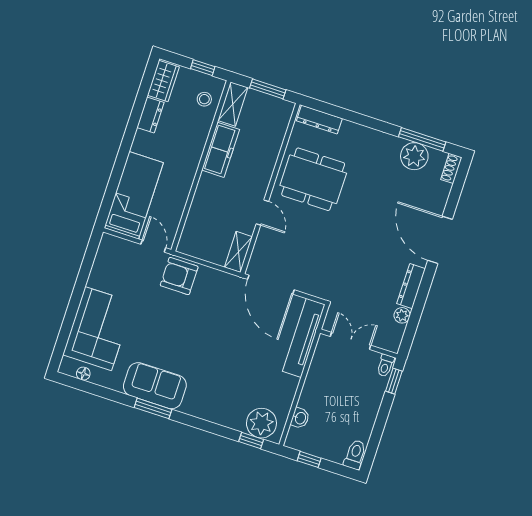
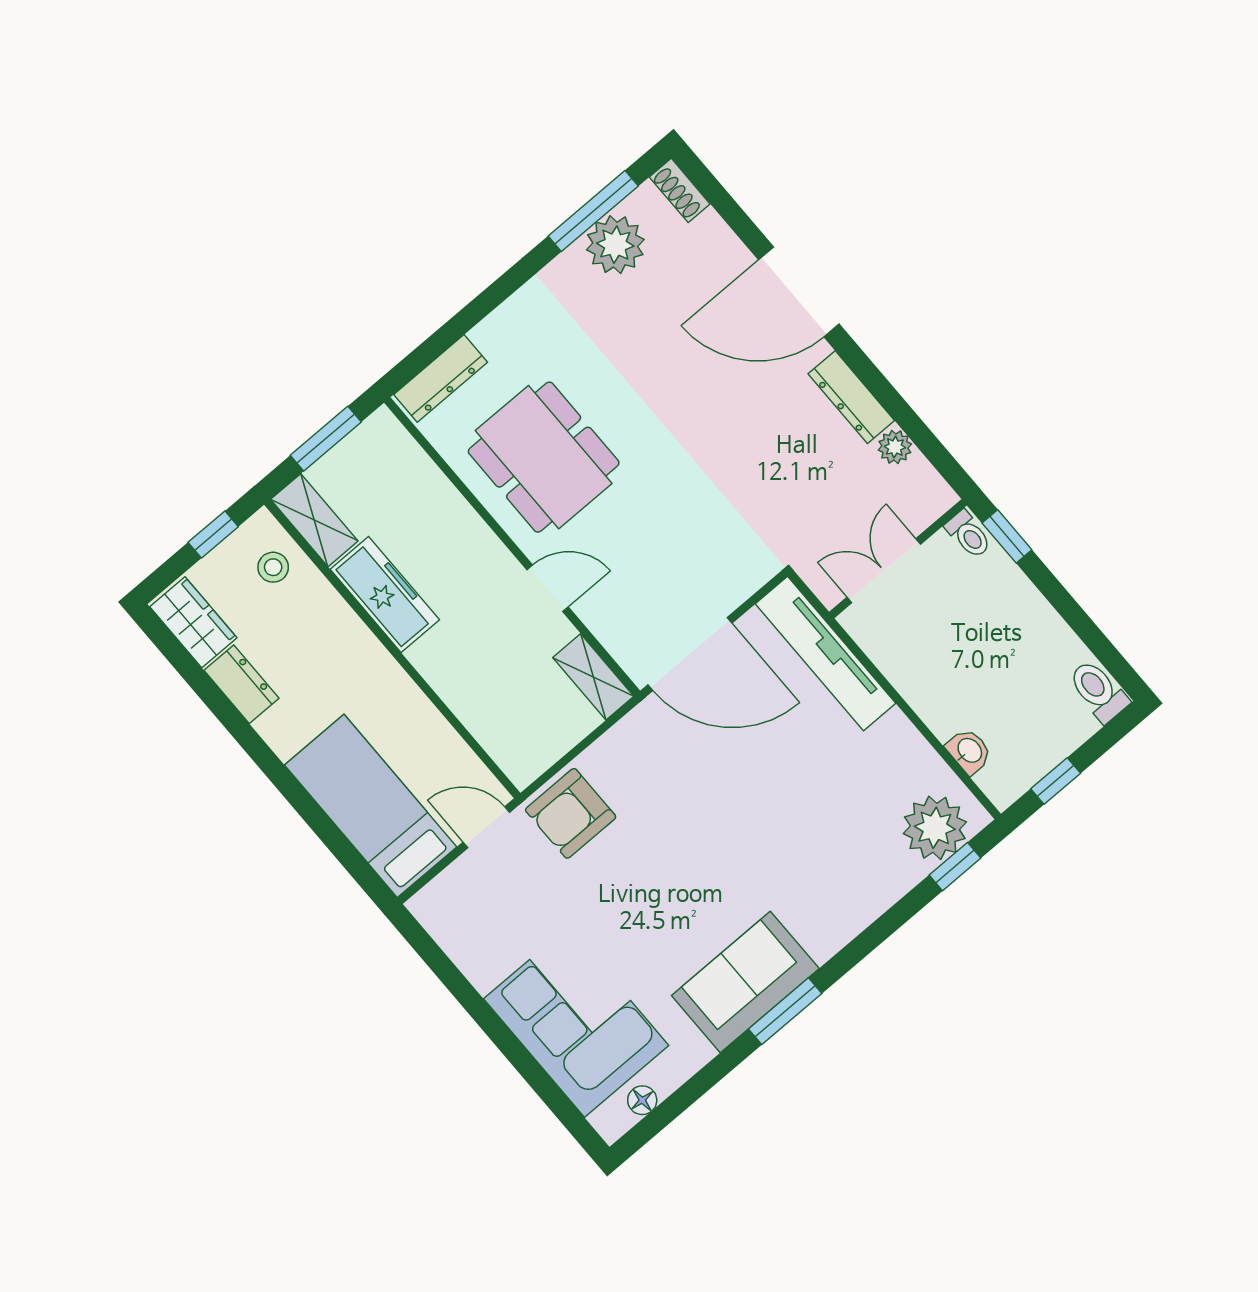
dining table: (313, 179) -> (544, 457), turned 90

